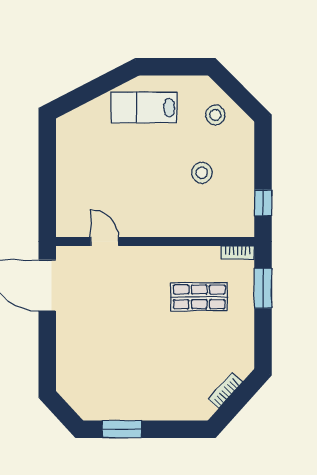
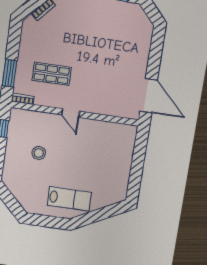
stool: (215, 115) -> (25, 188), removed
door: (105, 242) -> (71, 113), moved

